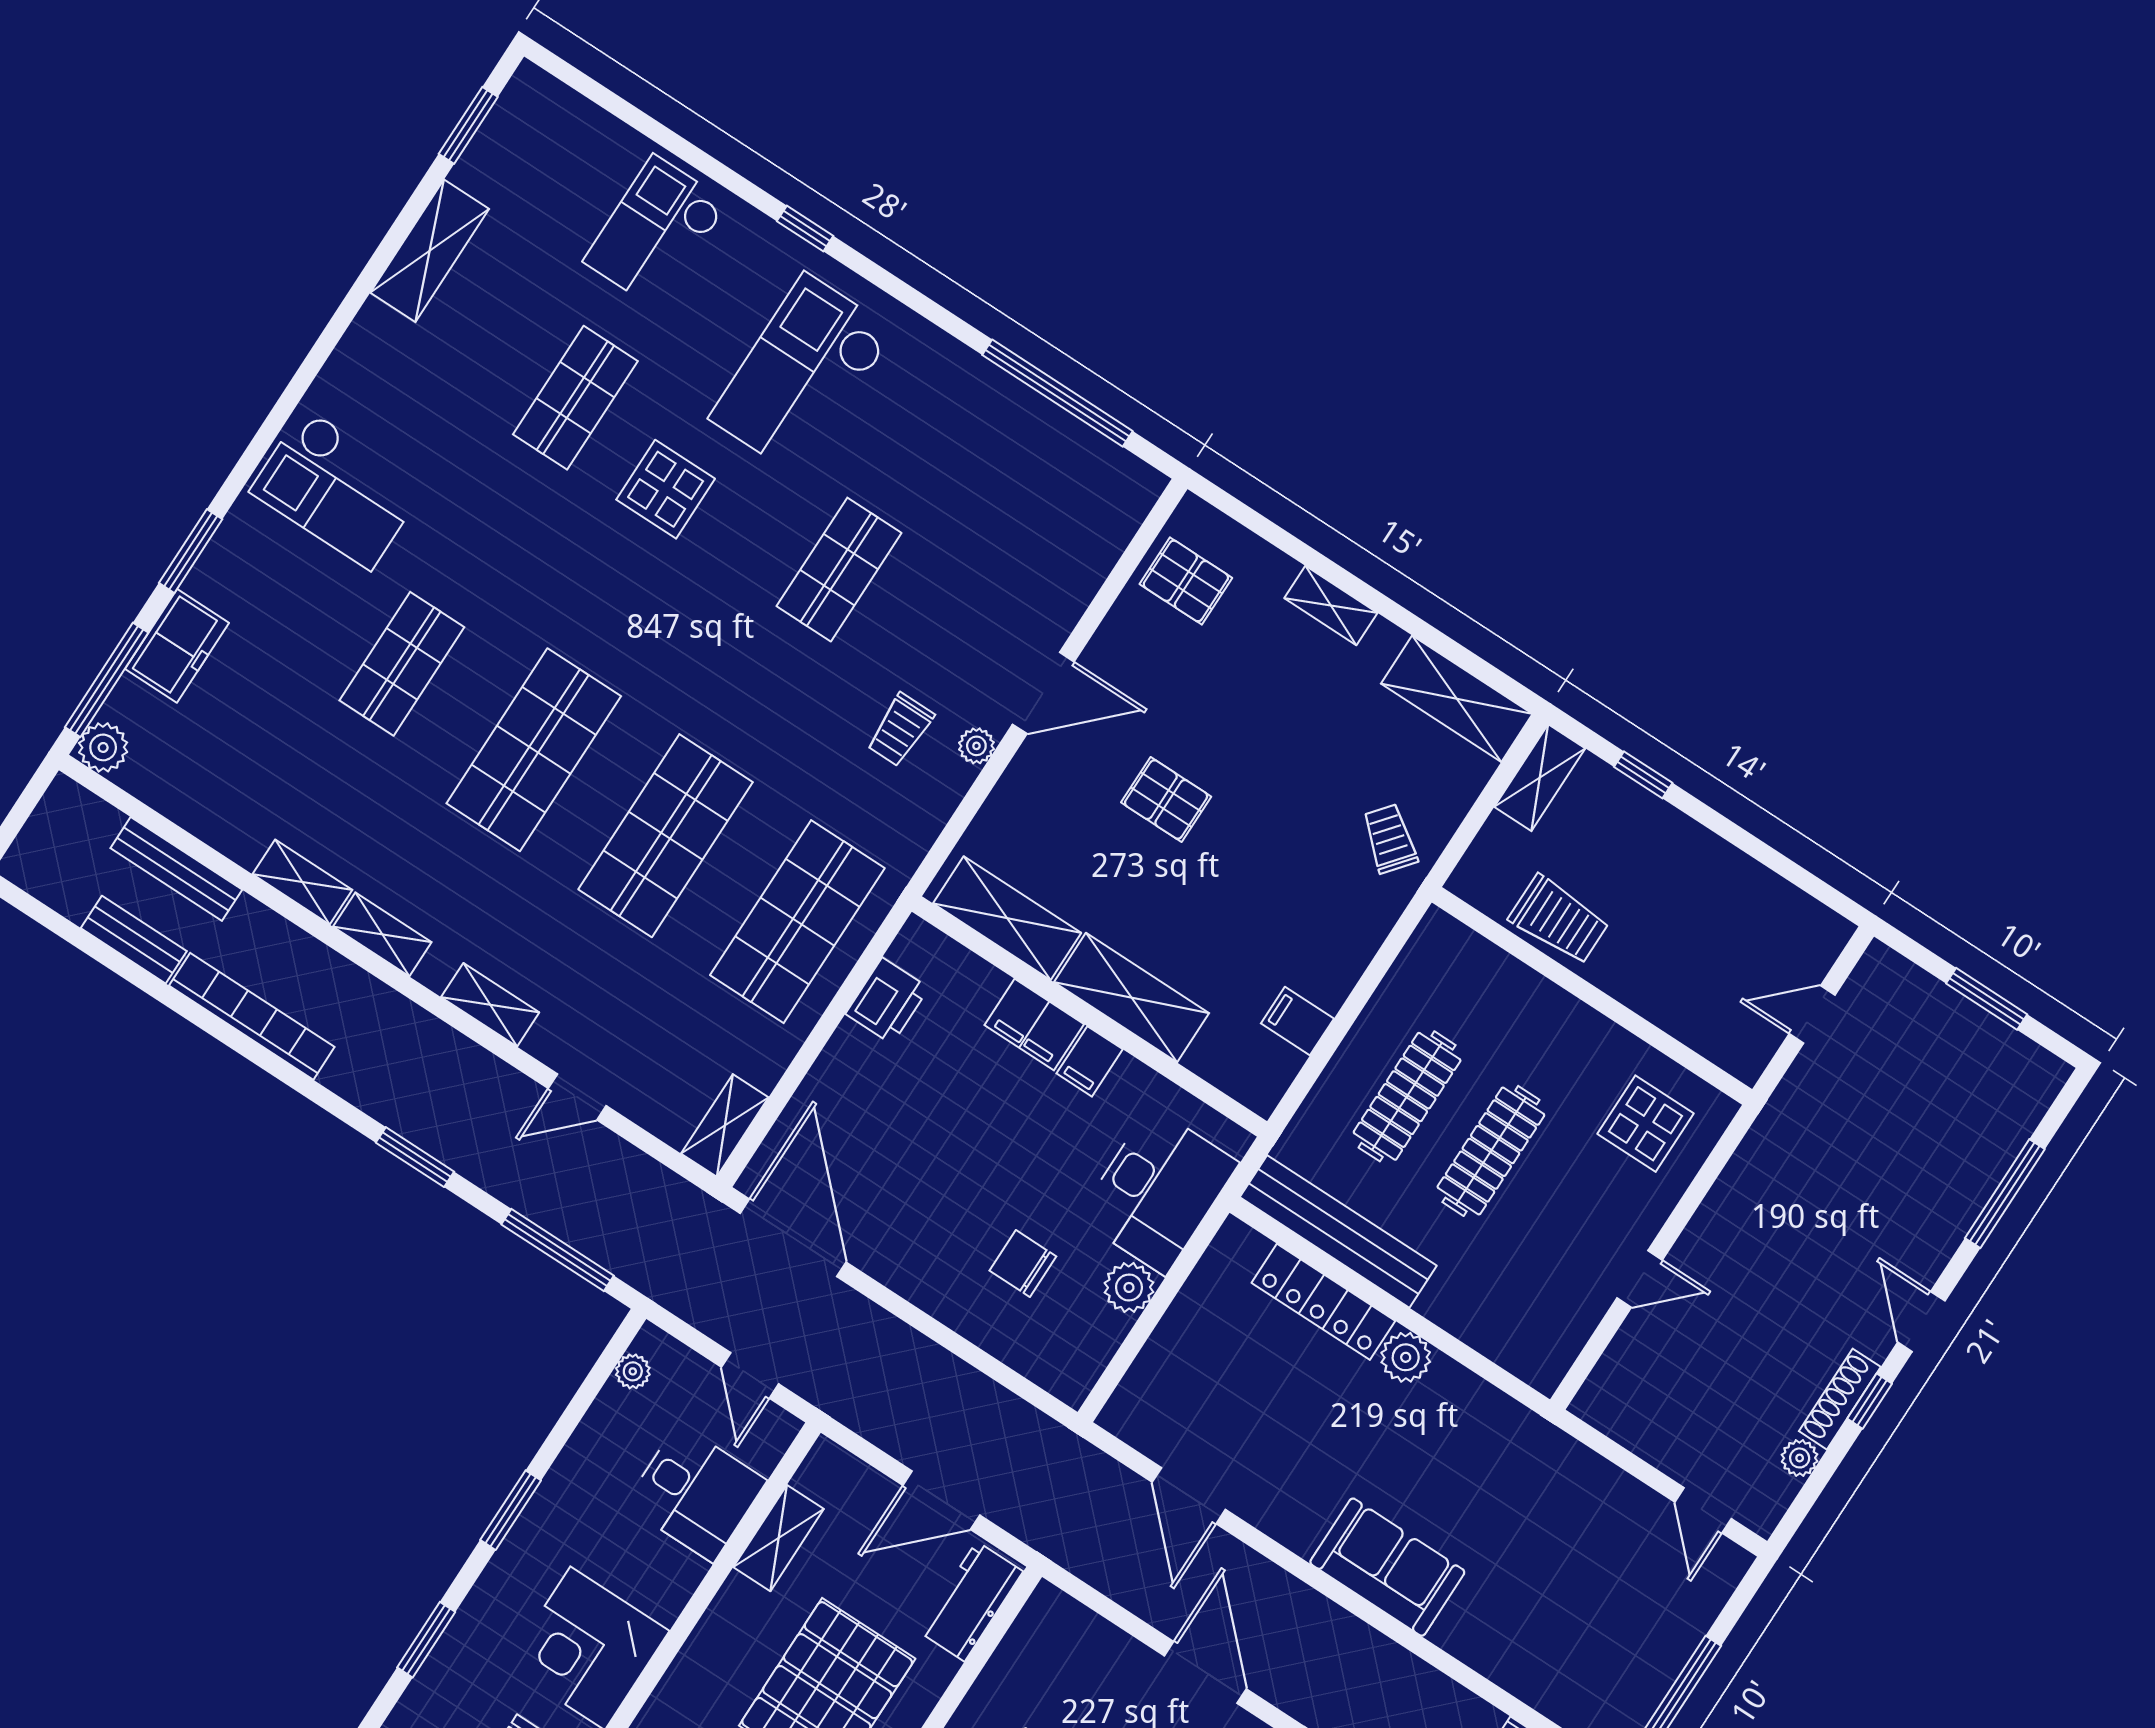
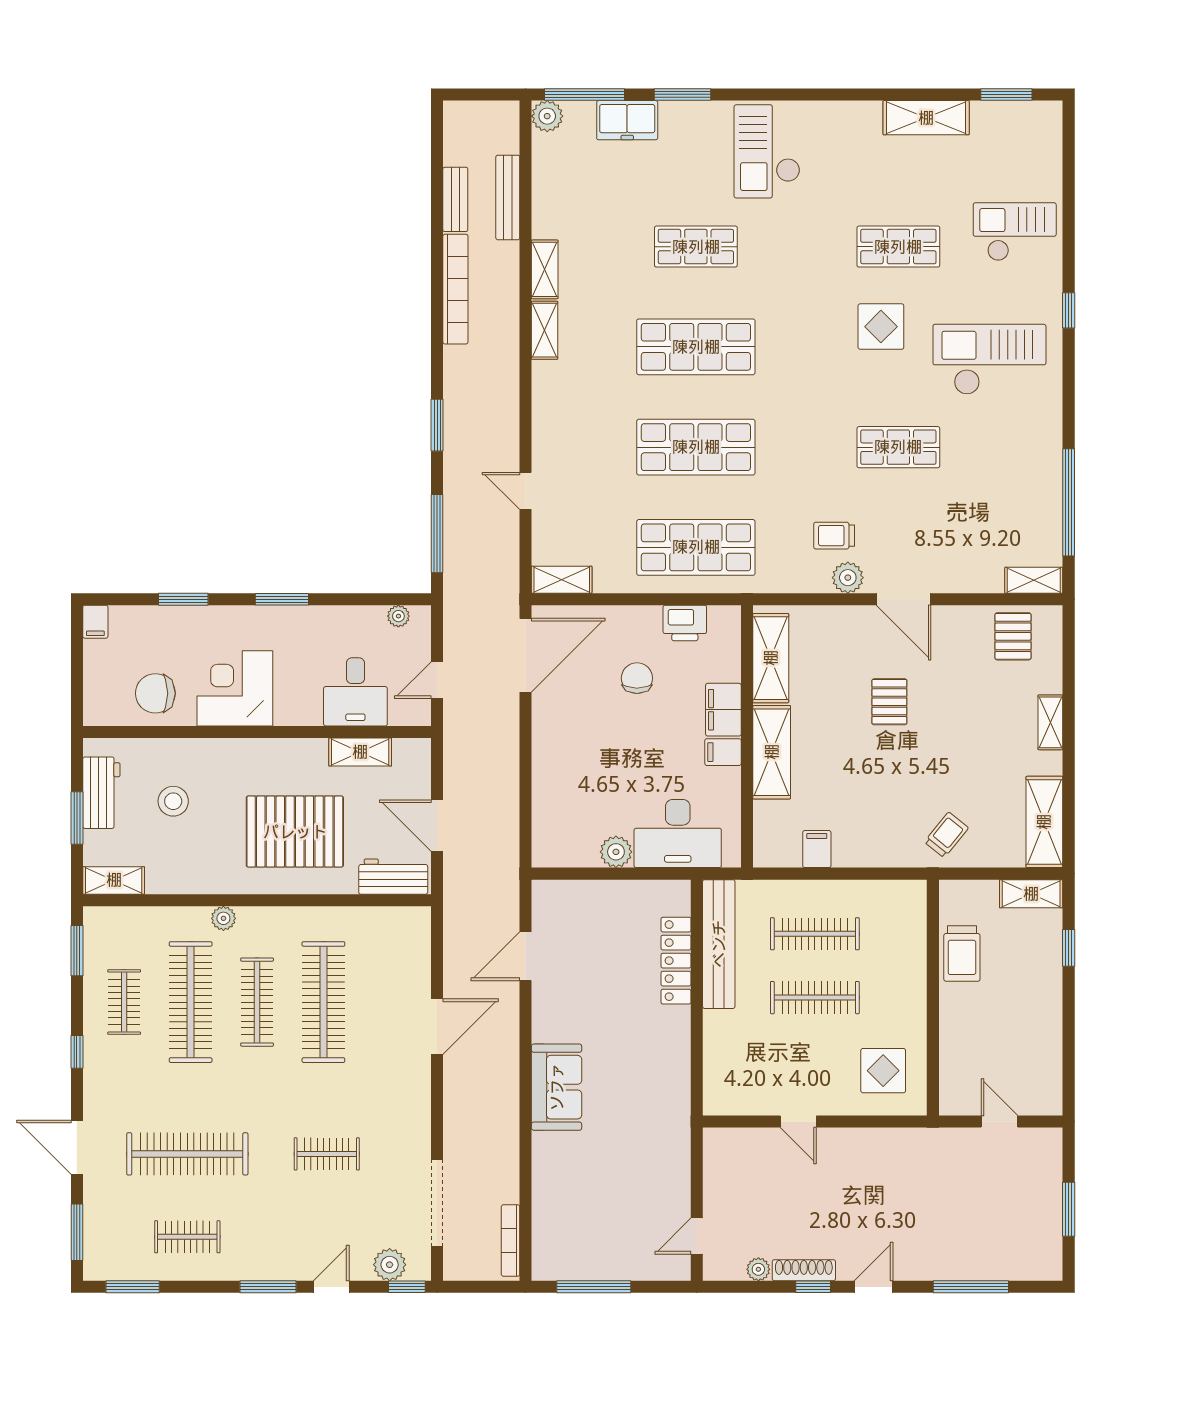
plant: (976, 746) -> (848, 578), width x1.38, depth x1.38
shelving: (490, 1005) -> (1034, 580), moved, turned 90
chair: (1023, 1263) -> (637, 678), moved
plant: (1406, 1357) -> (675, 1024), removed

